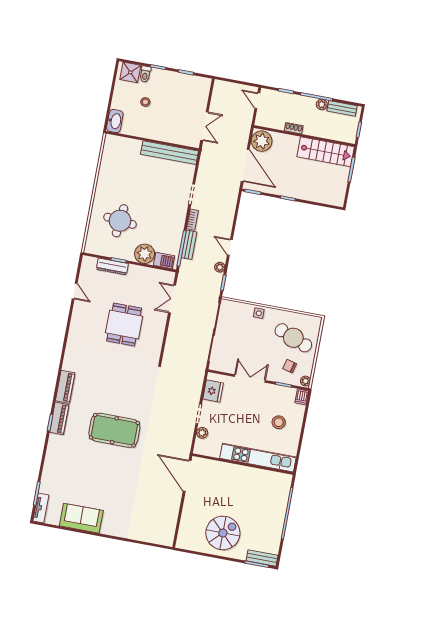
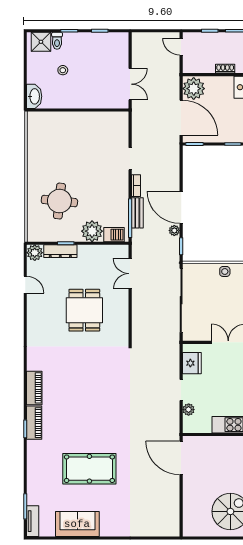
bench: (169, 153) -> (98, 119), removed
door: (230, 247) -> (181, 207), width x1.88
plant: (89, 264) -> (35, 253), added
pool table: (114, 430) -> (89, 469), moved

